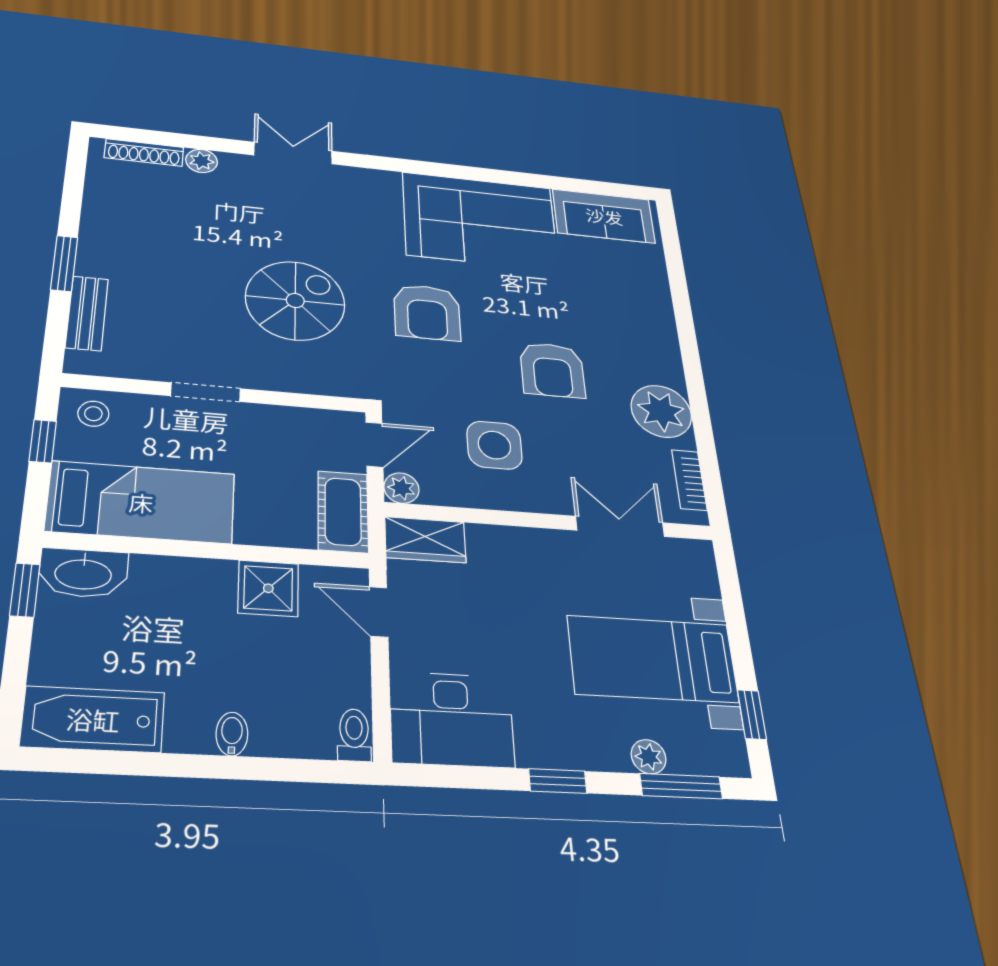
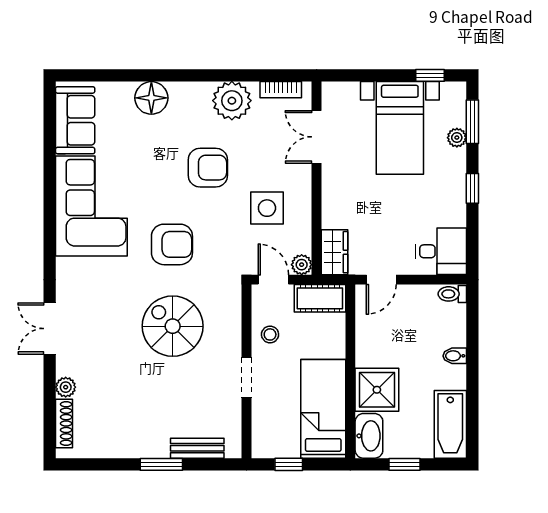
floor lamp: (650, 309) -> (151, 98), added
stool: (93, 414) -> (270, 334), moved
shower: (268, 588) -> (377, 390), moved, width x1.36, depth x1.36
window: (25, 590) -> (404, 464), moved
desk: (452, 719) -> (441, 251), width x0.73

